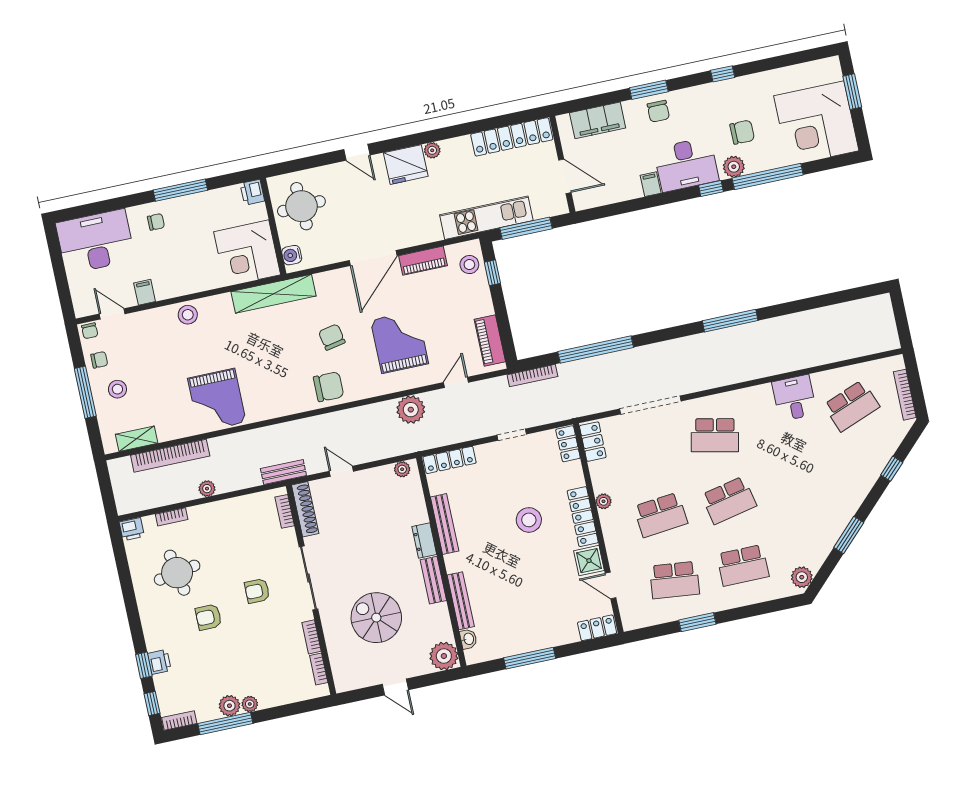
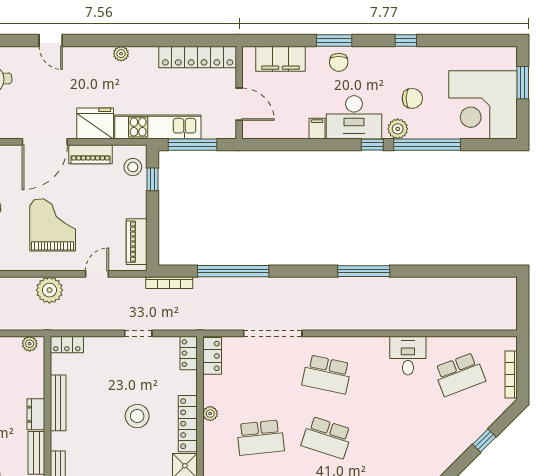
fridge: (406, 165) -> (95, 124), moved, turned 180
locker: (450, 460) -> (67, 345), width x0.66
school desk: (729, 500) -> (327, 438), turned 30

